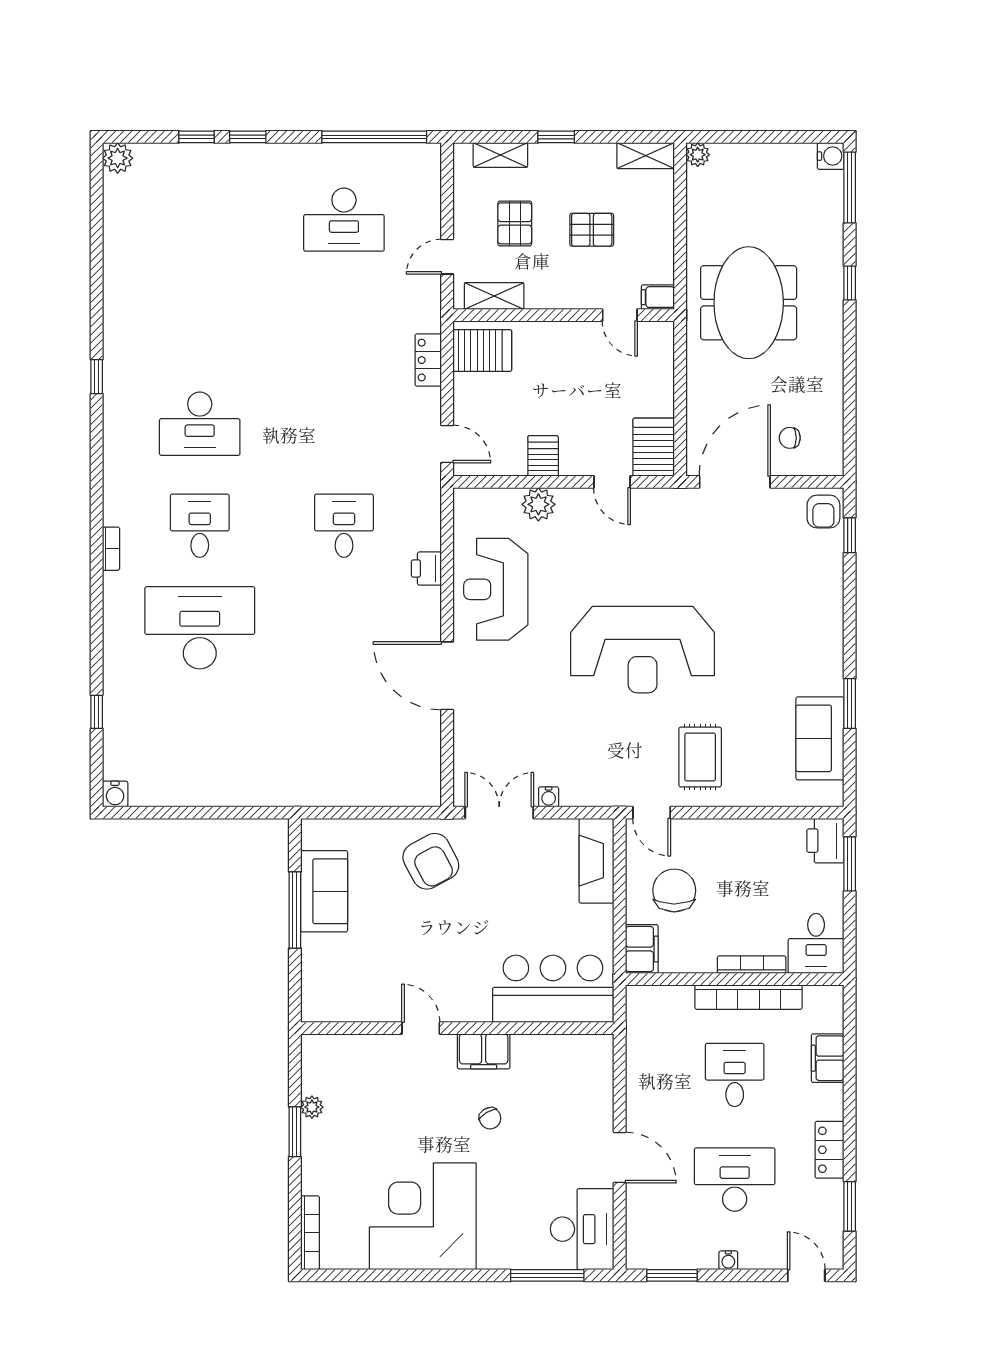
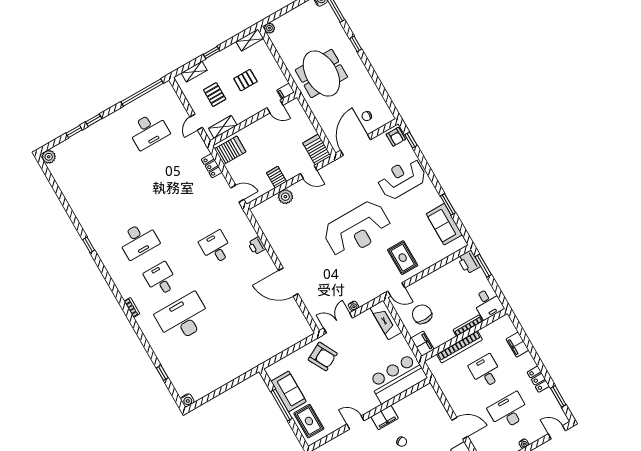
reception desk: (496, 589) -> (402, 179), moved, turned 90
rug: (331, 973) -> (309, 421), added
bookcase: (748, 997) -> (460, 347), moved

